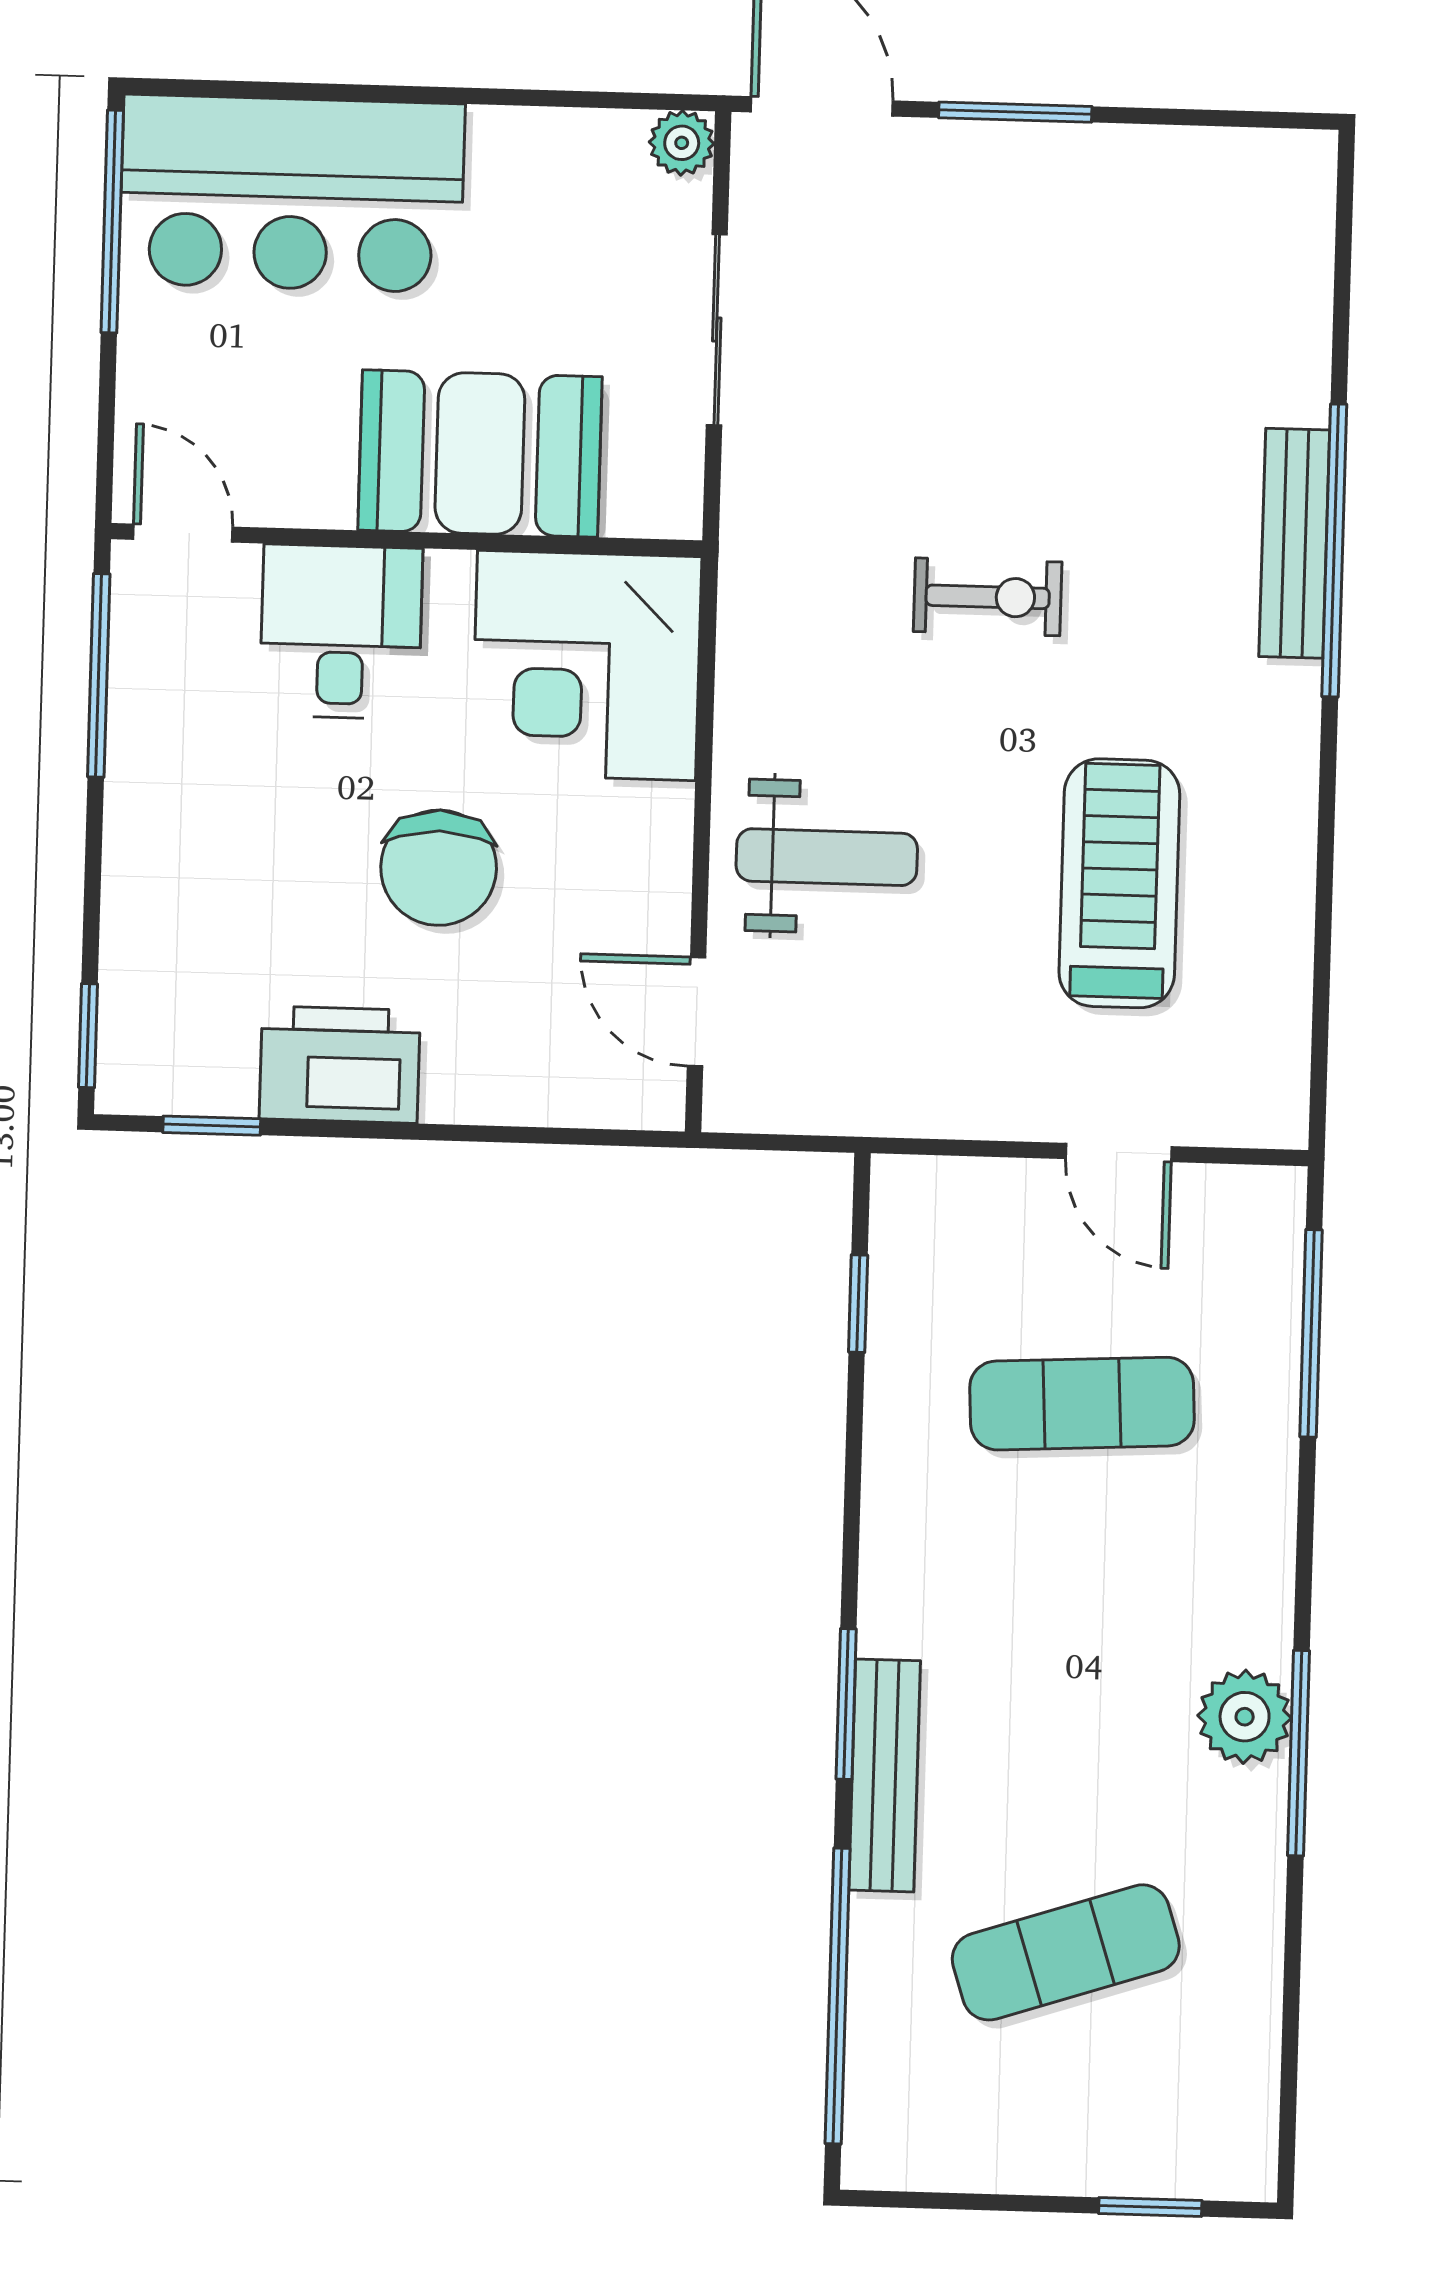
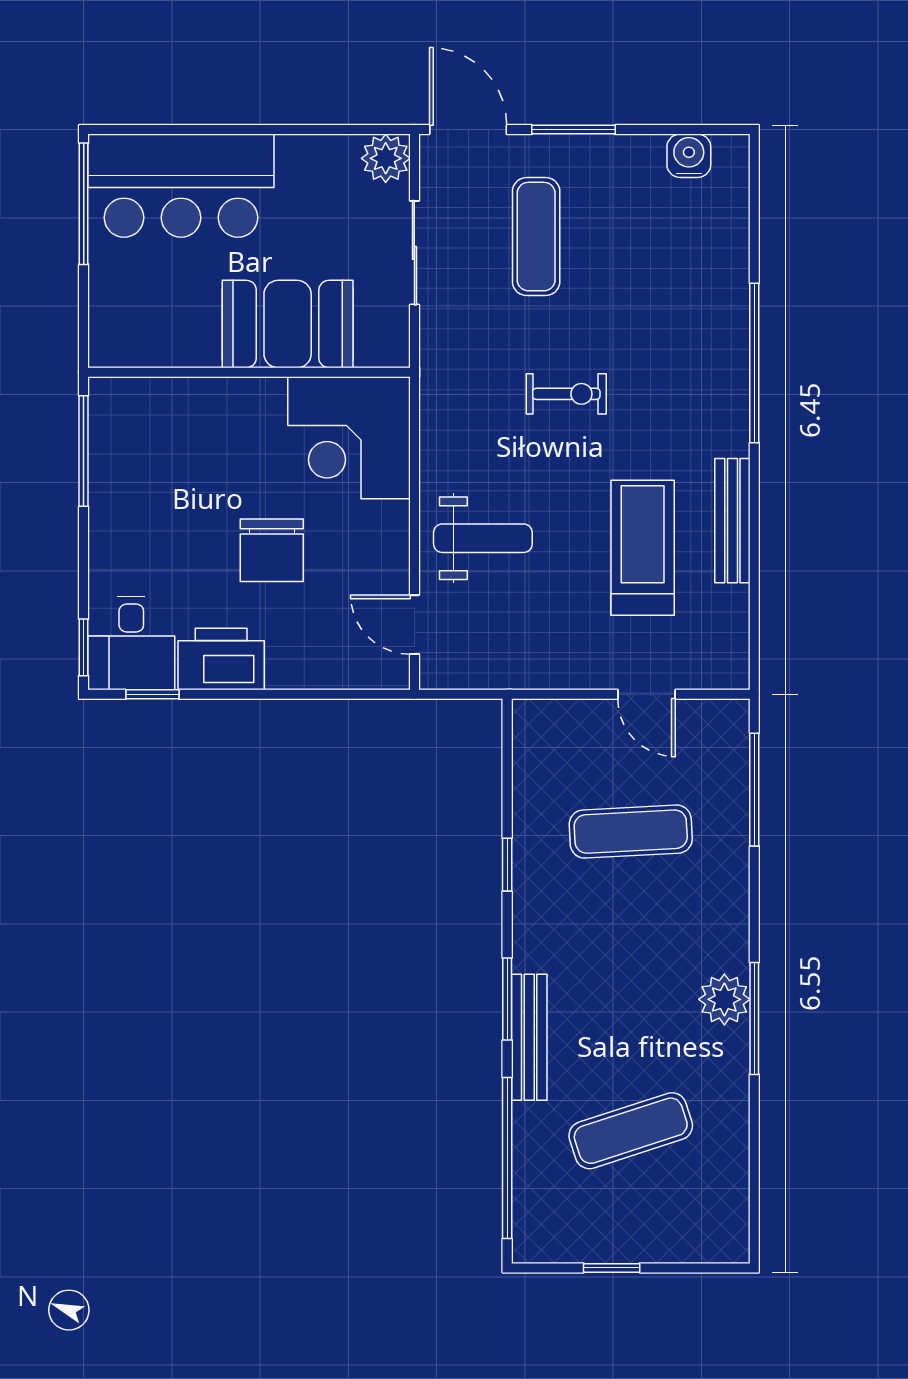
plant: (682, 143) -> (386, 158), width x1.38, depth x1.38
water cooler: (1226, 166) -> (689, 156), added
exercise mat: (941, 306) -> (536, 237), added
door: (183, 533) -> (127, 372), removed
bench: (1294, 543) -> (732, 521), moved
desk: (341, 632) -> (131, 643), moved, turned 180
window: (858, 1304) -> (507, 865), moved
window: (1150, 2207) -> (612, 1268), moved

